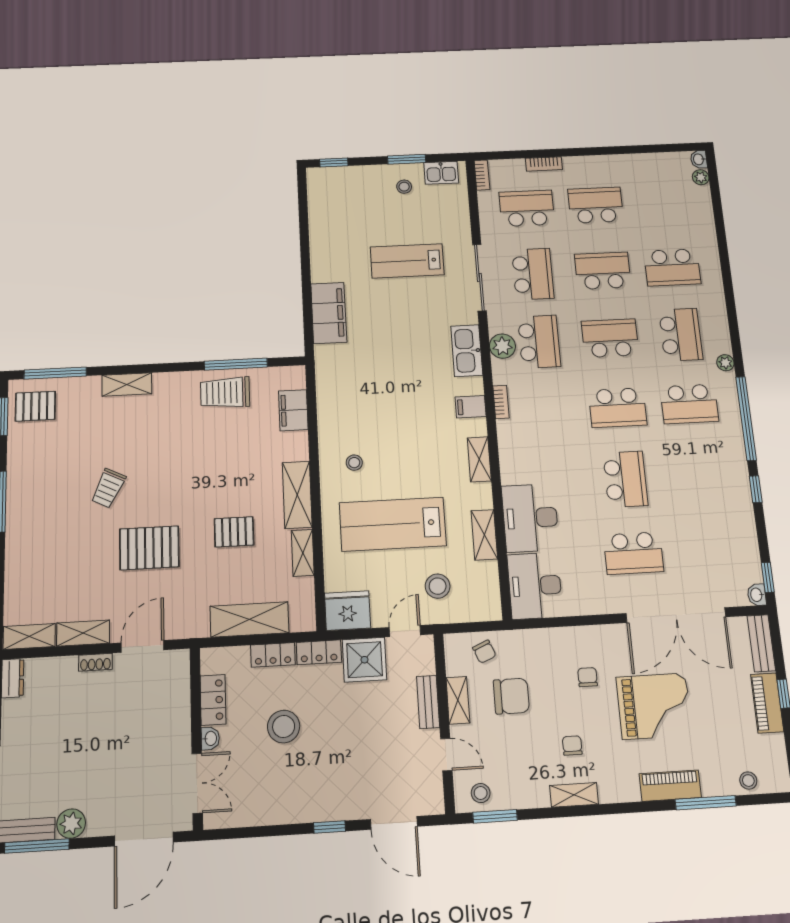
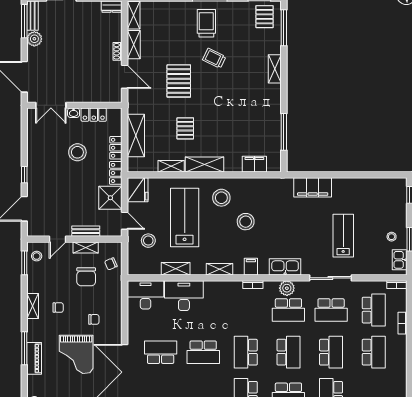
trolley: (225, 393) -> (206, 23), moved
stool: (393, 420) -> (246, 222), added
stool: (354, 463) -> (221, 198), width x1.89, depth x1.89
school desk: (633, 553) -> (161, 352), turned 90
window: (706, 803) -> (24, 348), moved

